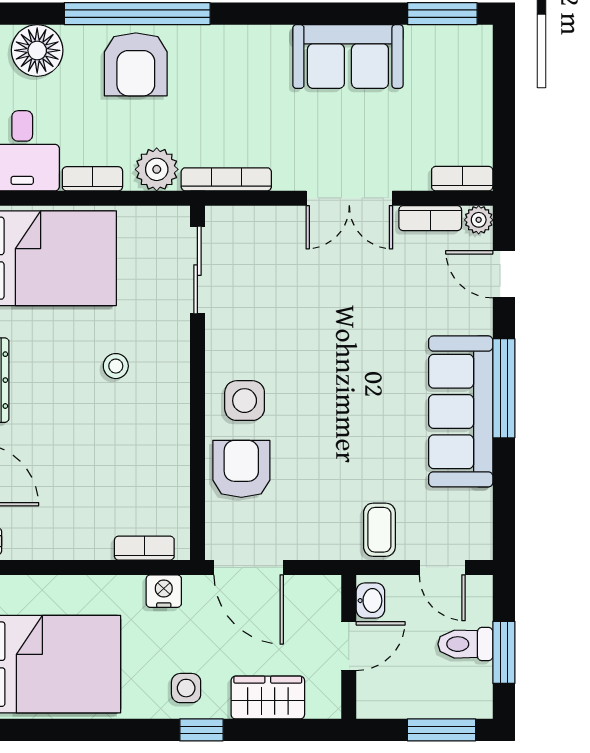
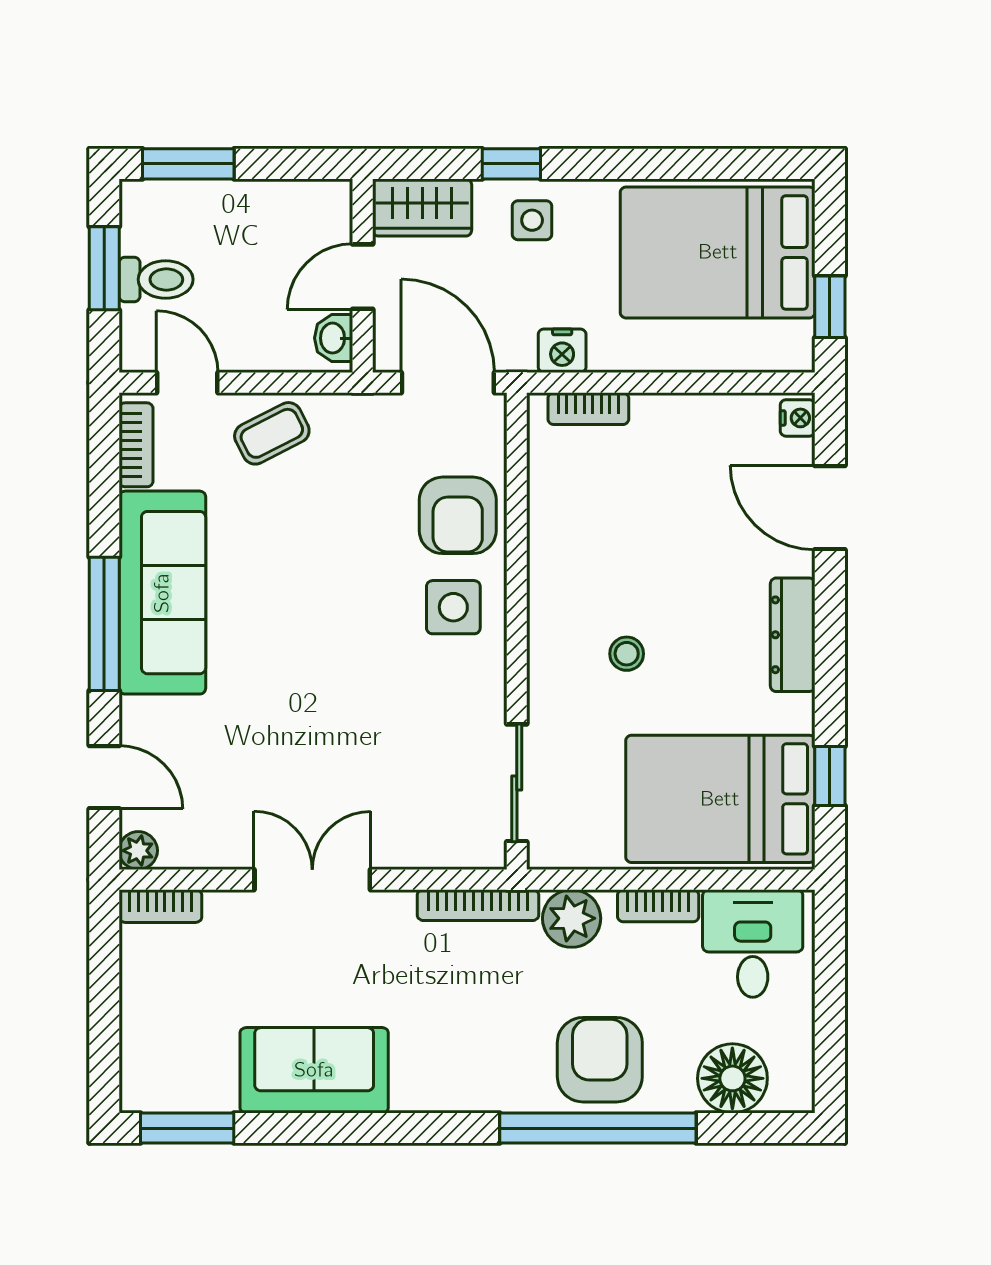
bookcase: (430, 218) -> (136, 445), moved, turned 90
coffee table: (379, 530) -> (272, 433), turned 63
washbasin: (370, 601) -> (334, 338), moved
door: (349, 646) -> (363, 277), moved
wall: (349, 647) -> (363, 276), moved

